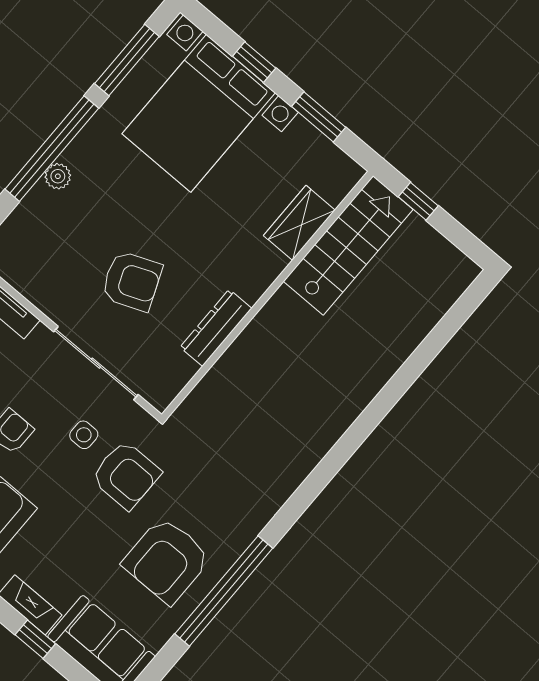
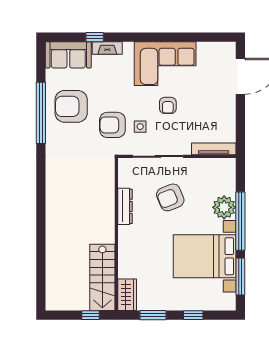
bed with nightstands: (199, 113) -> (205, 256), moved, turned -90
plant: (58, 176) -> (224, 207), width x1.87, depth x1.87
wardrobe: (299, 223) -> (127, 295), moved
armchair: (167, 560) -> (71, 106), turned -90

